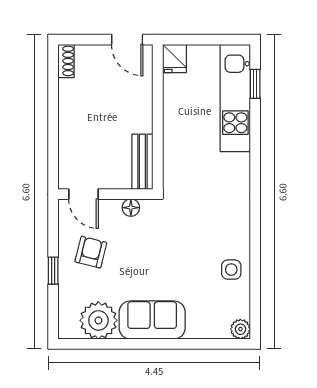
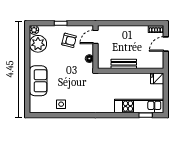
door: (127, 40) -> (166, 44), moved
bench: (142, 162) -> (124, 64), moved
sofa: (152, 320) -> (38, 81), moved
plant: (240, 329) -> (34, 30), moved

